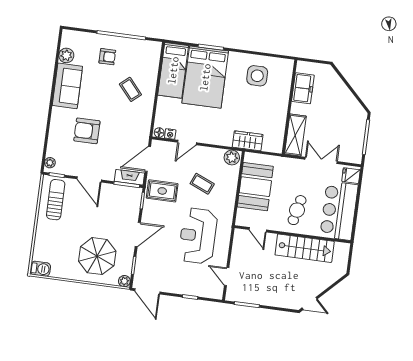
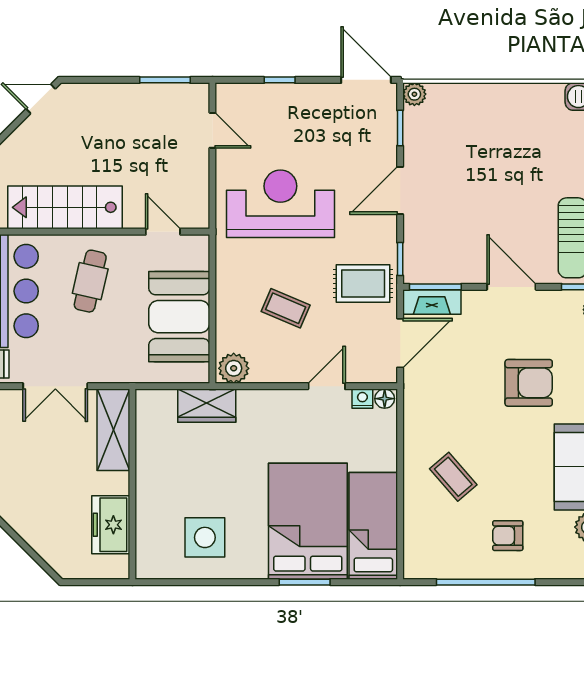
reception desk: (198, 236) -> (280, 204), turned -90
parasol: (97, 256) -> (475, 137), removed

